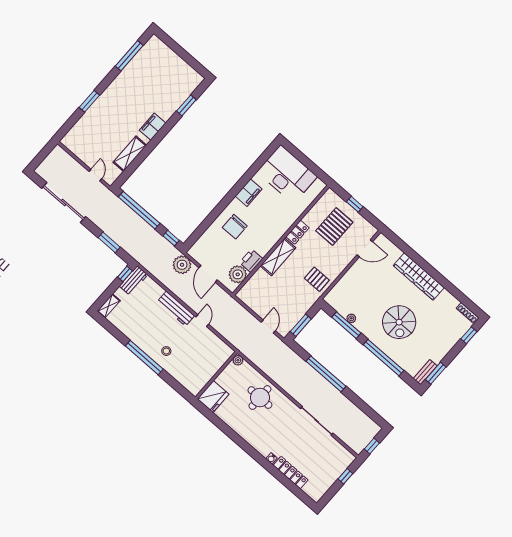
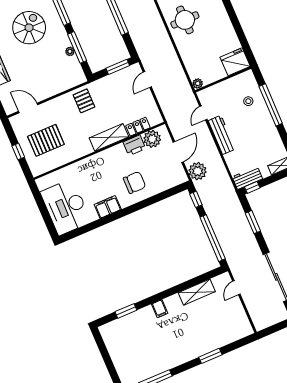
filing cabinet: (153, 127) -> (160, 309), width x0.50
locker: (297, 232) -> (138, 127), moved
plant: (238, 360) -> (198, 83), moved
wall: (216, 375) -> (223, 79), moved
fridge: (213, 397) -> (235, 62), moved

